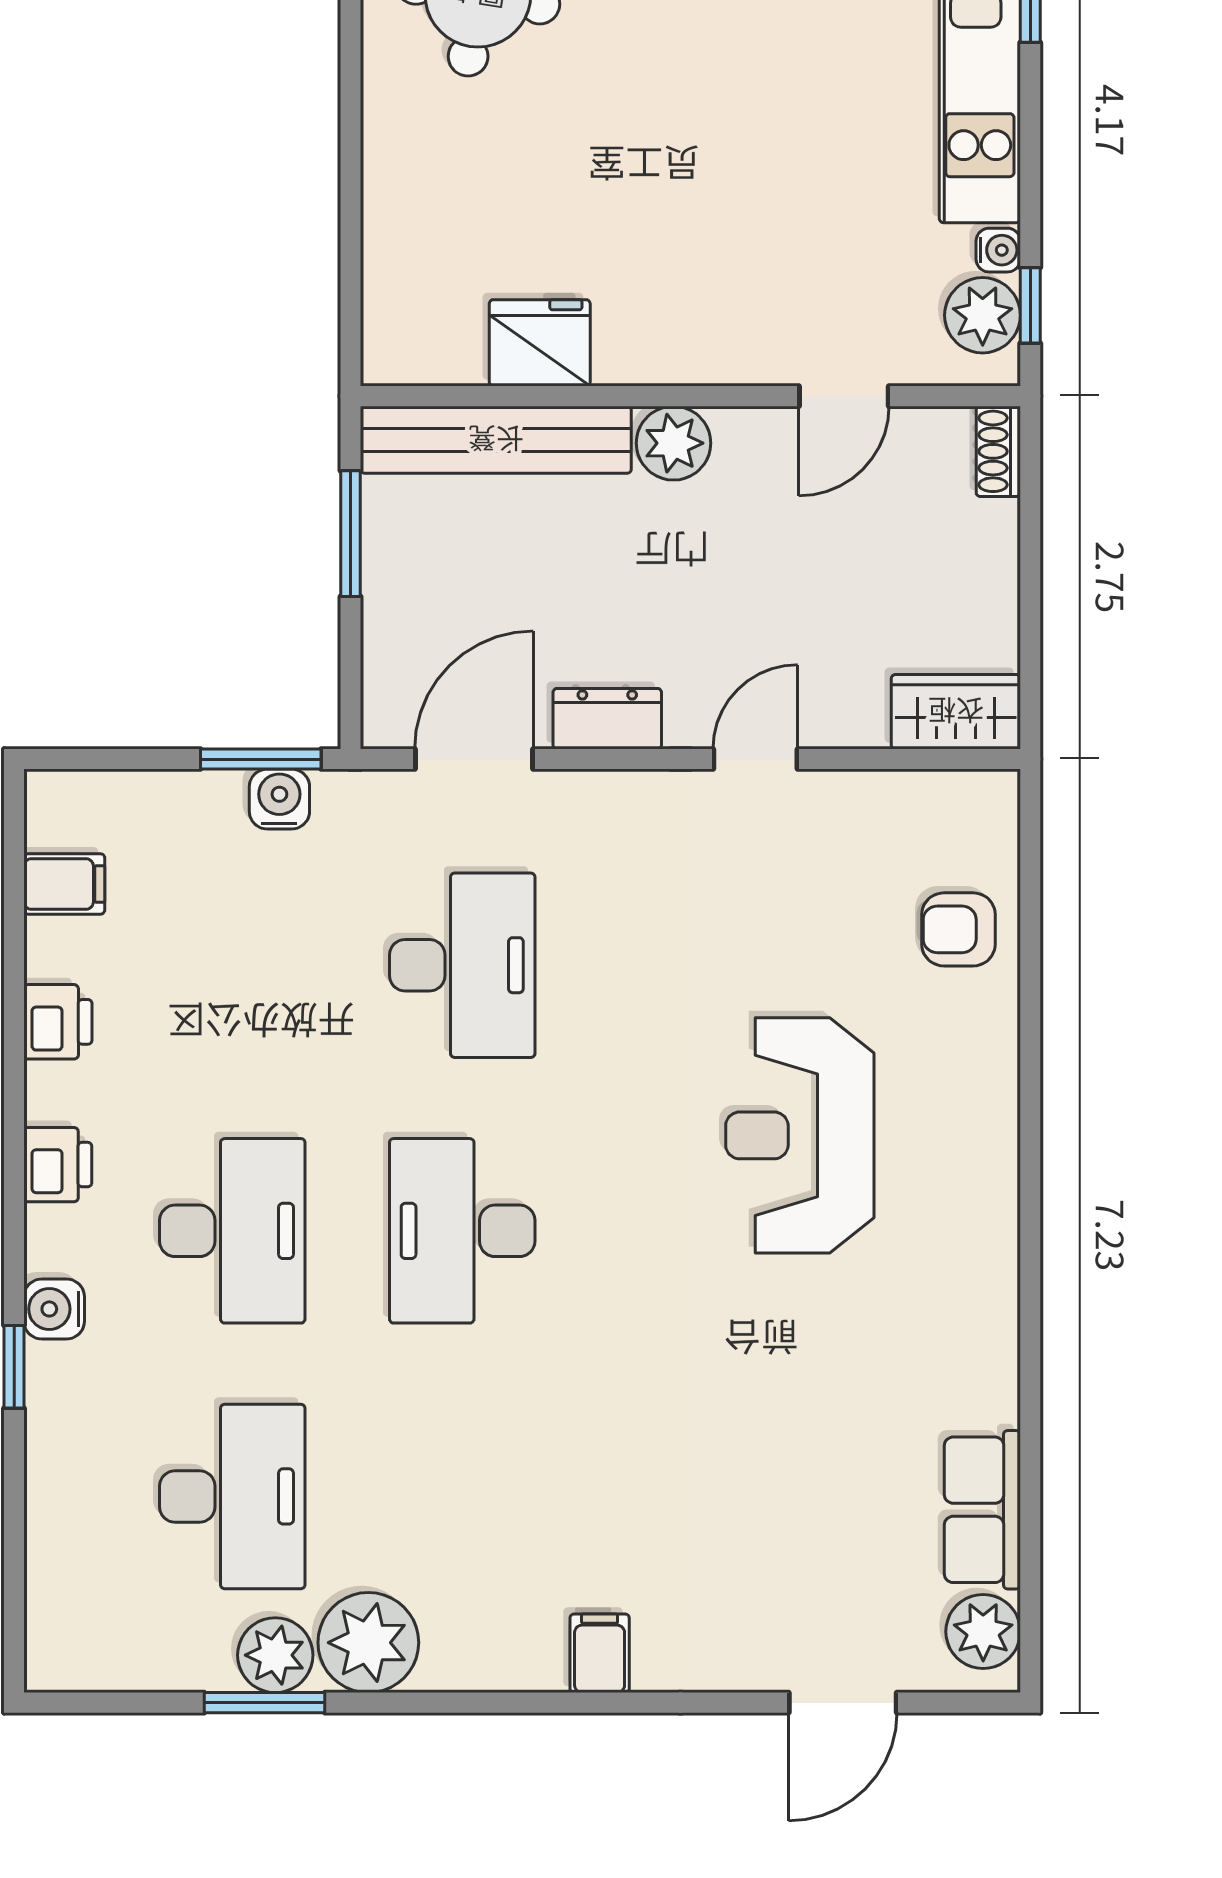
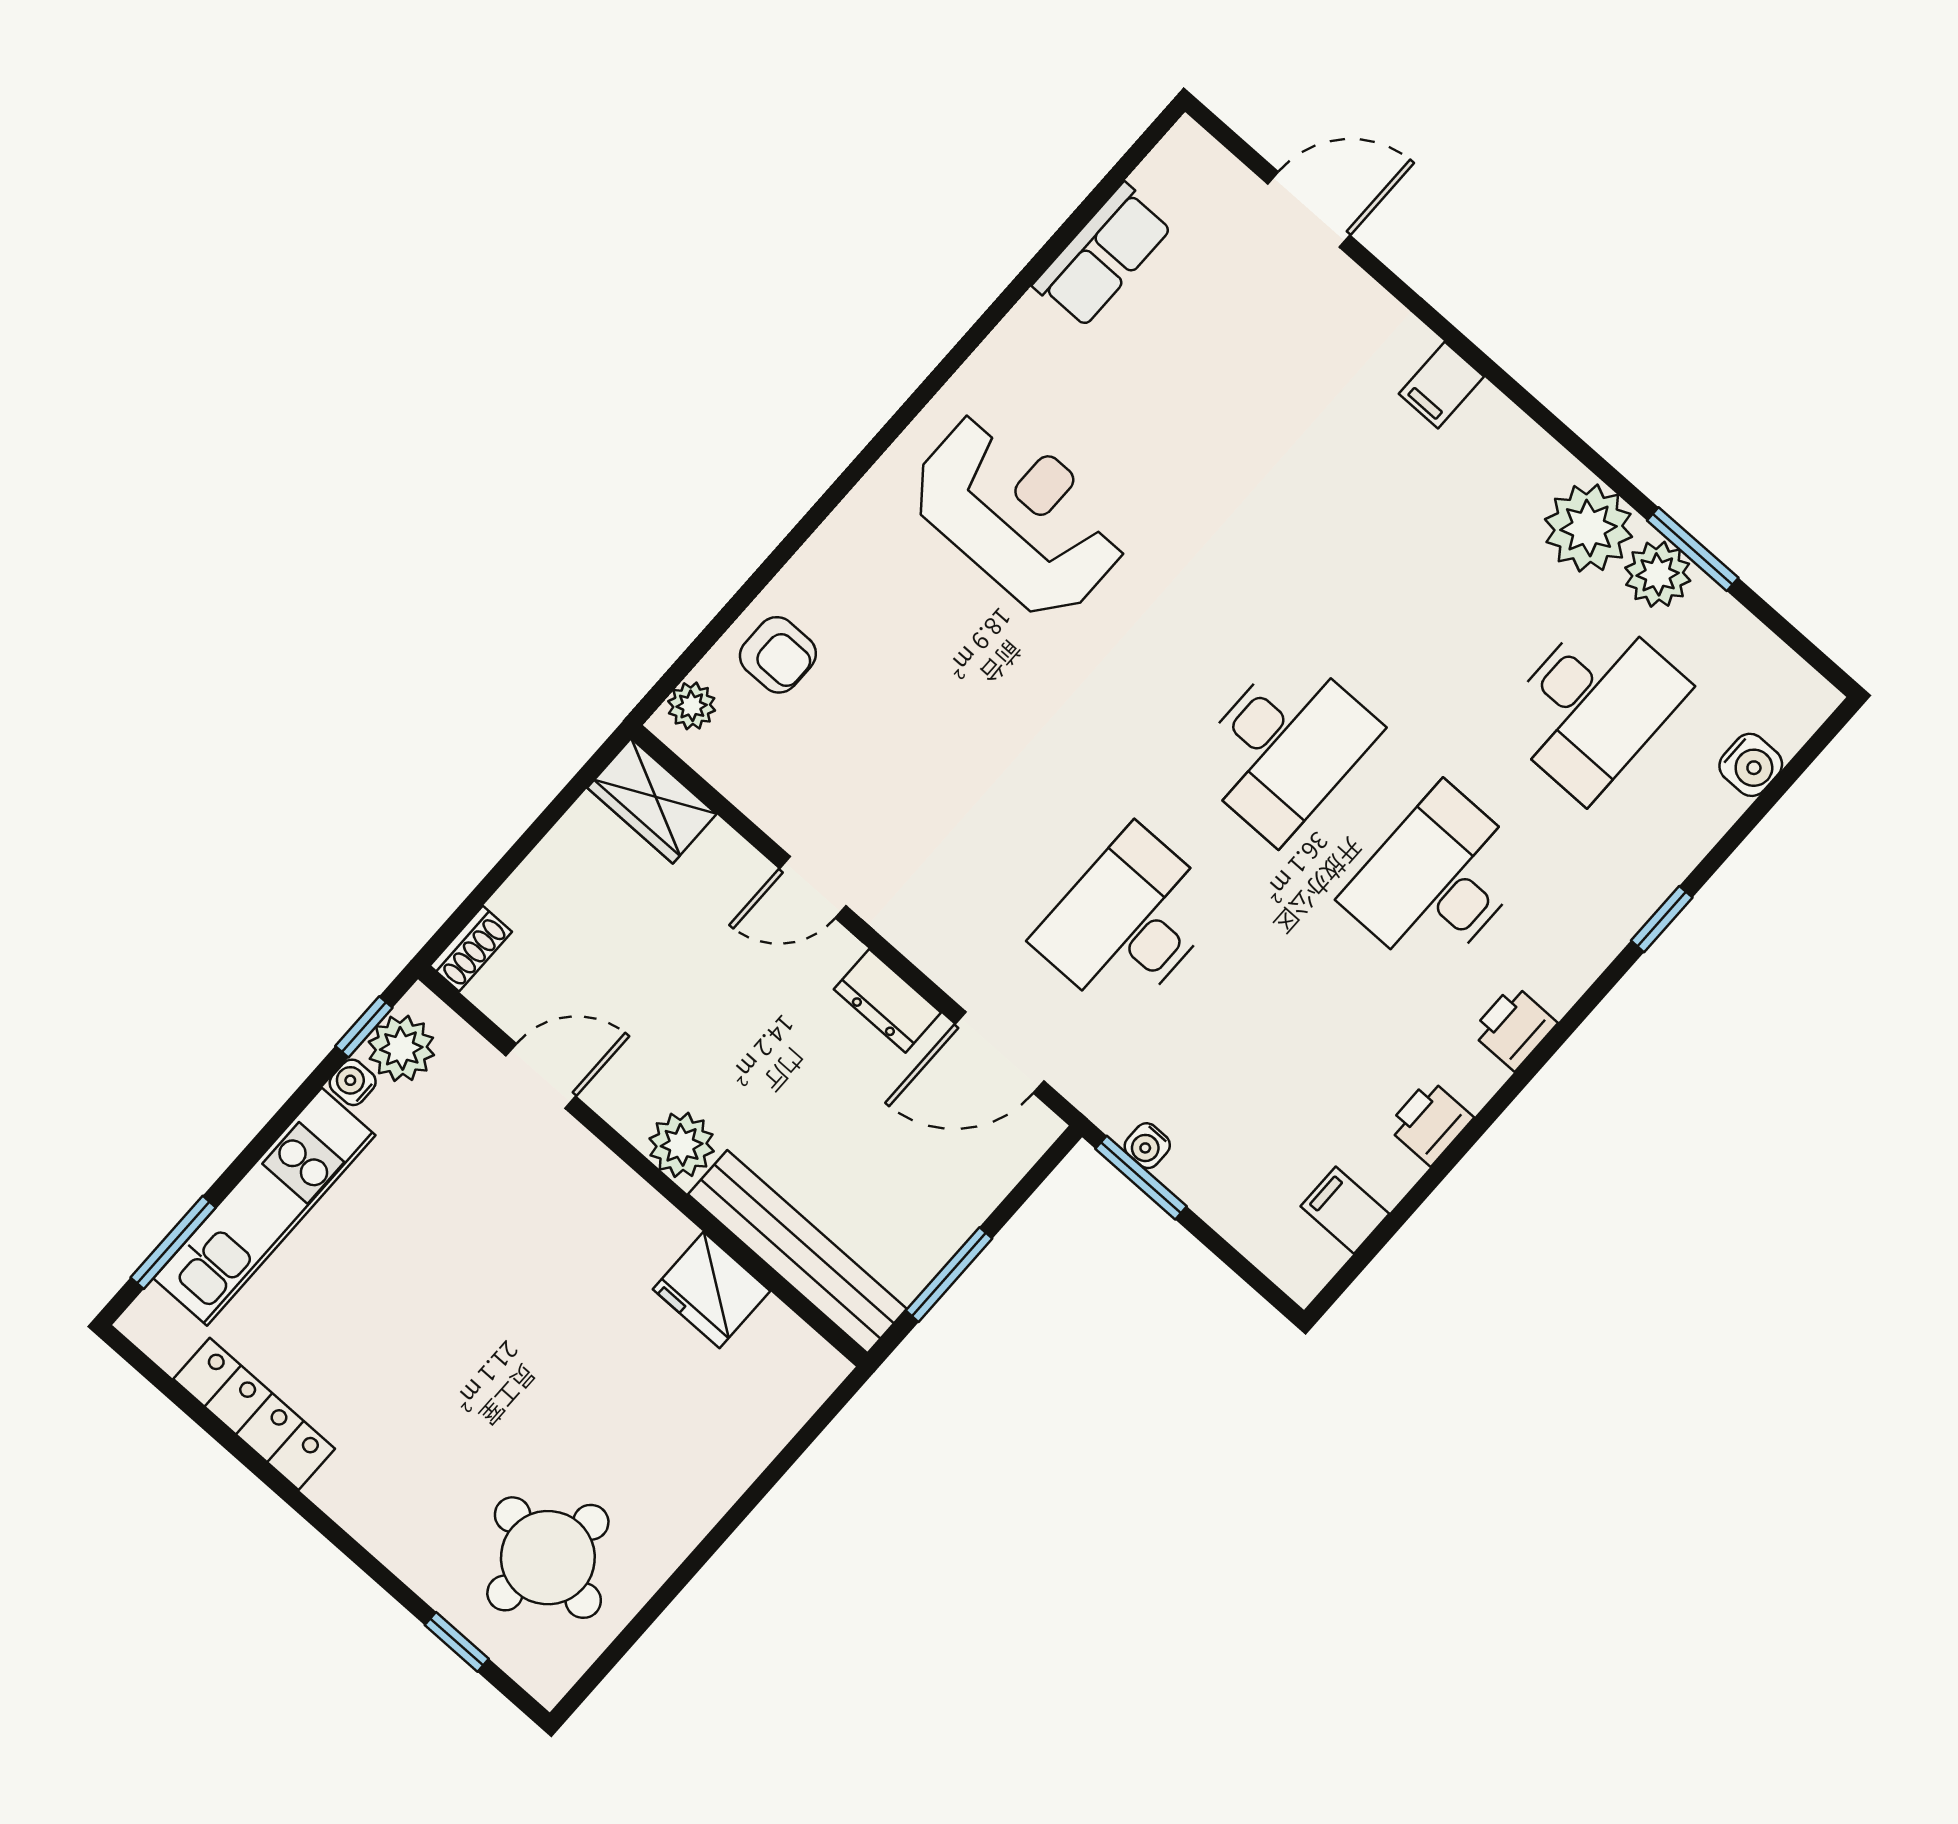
water cooler: (279, 799) -> (1147, 1146), width x0.72, depth x0.72
reception desk: (800, 1135) -> (1019, 514), moved, turned -90
water cooler: (54, 1309) -> (1751, 765), moved
desk: (232, 1496) -> (1593, 705), turned 180
plant: (983, 1631) -> (692, 706), moved, width x0.73, depth x0.73

